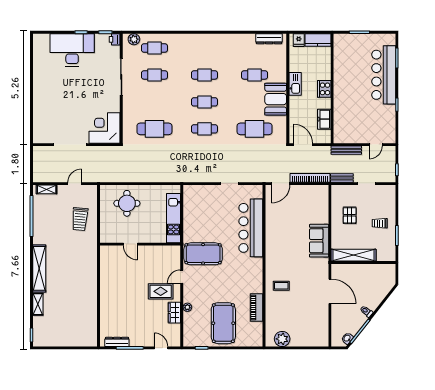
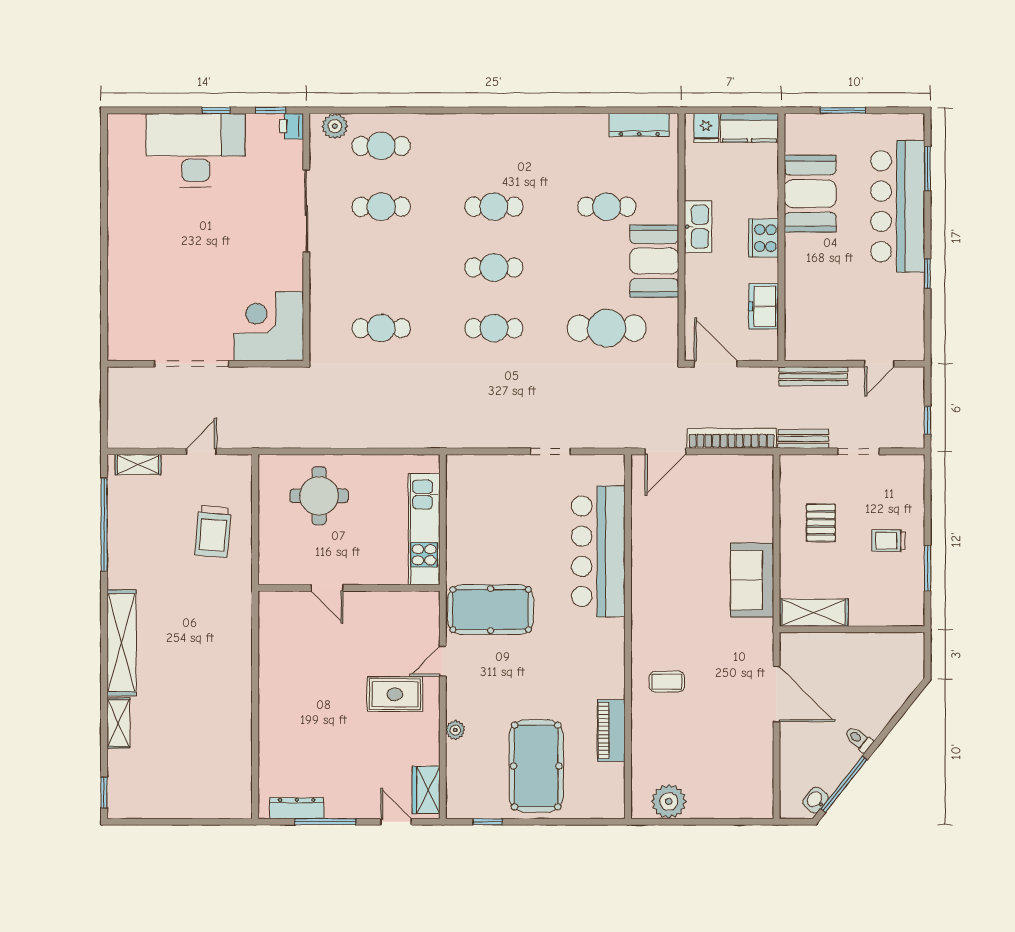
booth: (345, 69) -> (810, 194), added
cafe table: (154, 129) -> (381, 328), width x0.73, depth x0.74
shelving: (354, 255) -> (814, 613), width x0.68
wardrobe: (174, 313) -> (426, 790), moved

